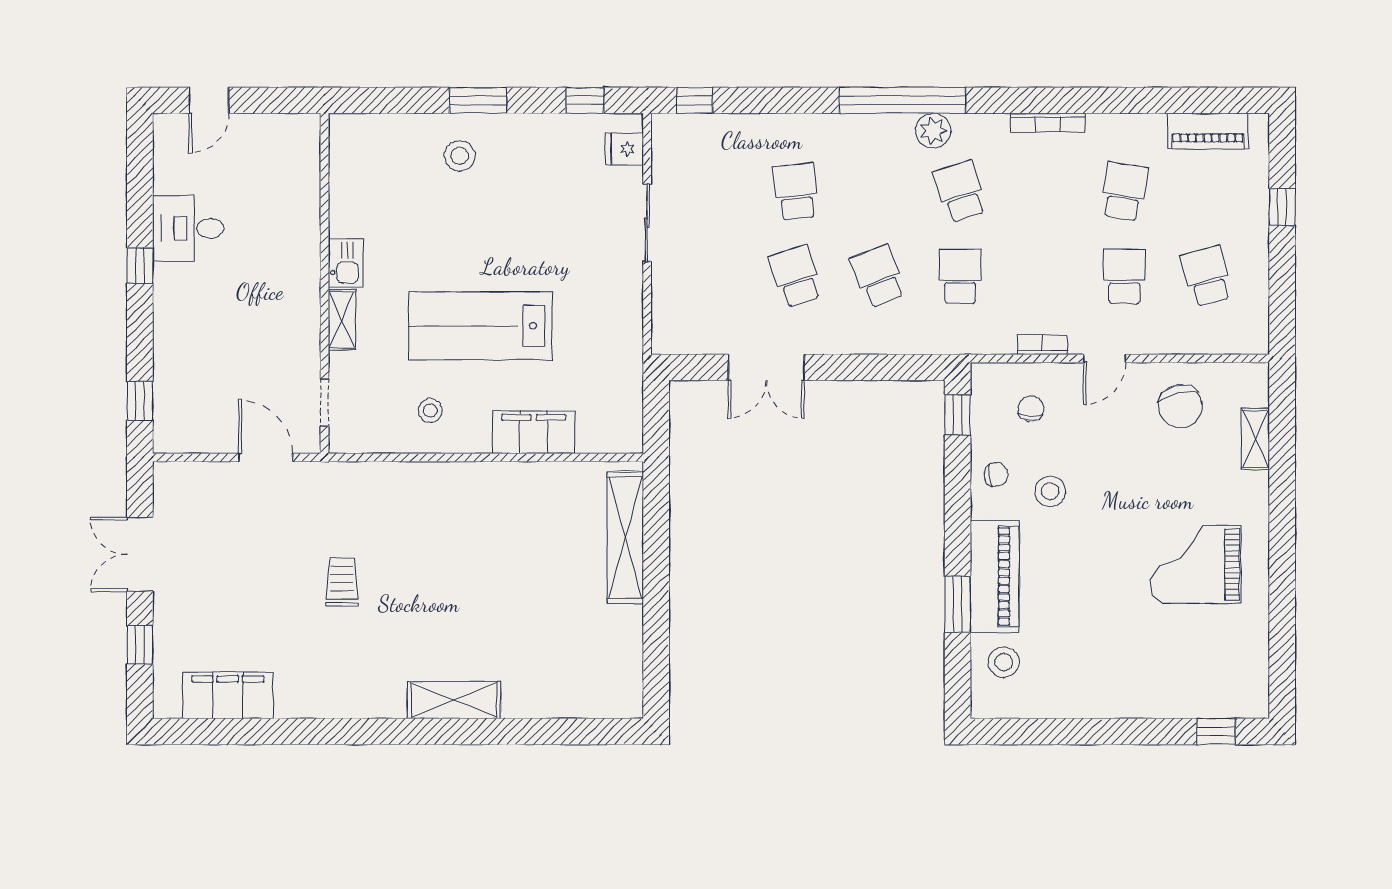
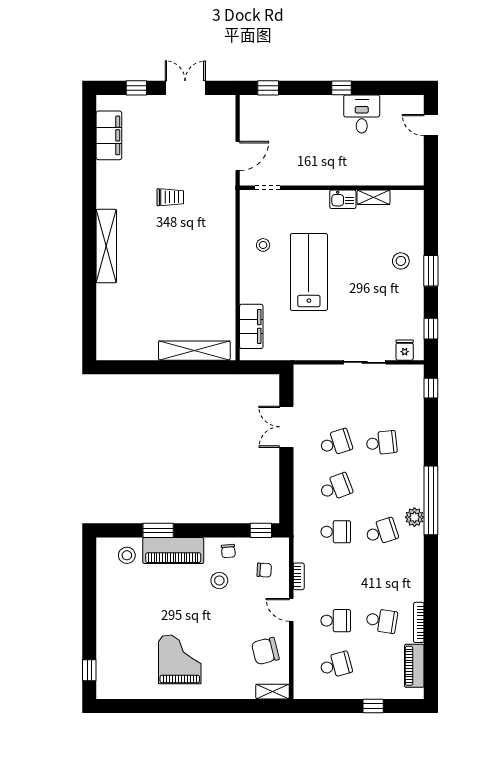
bookcase: (1048, 123) -> (419, 622), moved
shelving: (342, 320) -> (374, 197), moved
filing cabinet: (534, 432) -> (251, 326), moved
shelving: (1255, 439) -> (272, 692), moved
shelving: (454, 700) -> (106, 246), width x1.47

